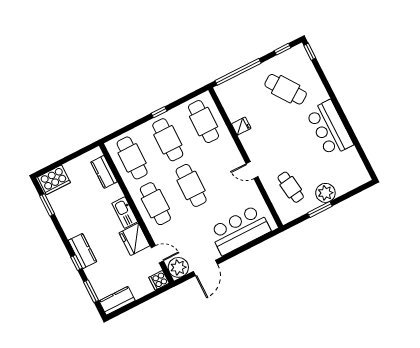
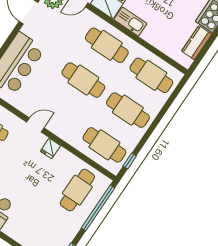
cafe table: (286, 89) -> (77, 190), moved, turned -55
window: (159, 112) -> (130, 161), moved
fridge: (241, 126) -> (50, 148), moved
kitchen counter: (104, 172) -> (197, 43), moved, turned -90

